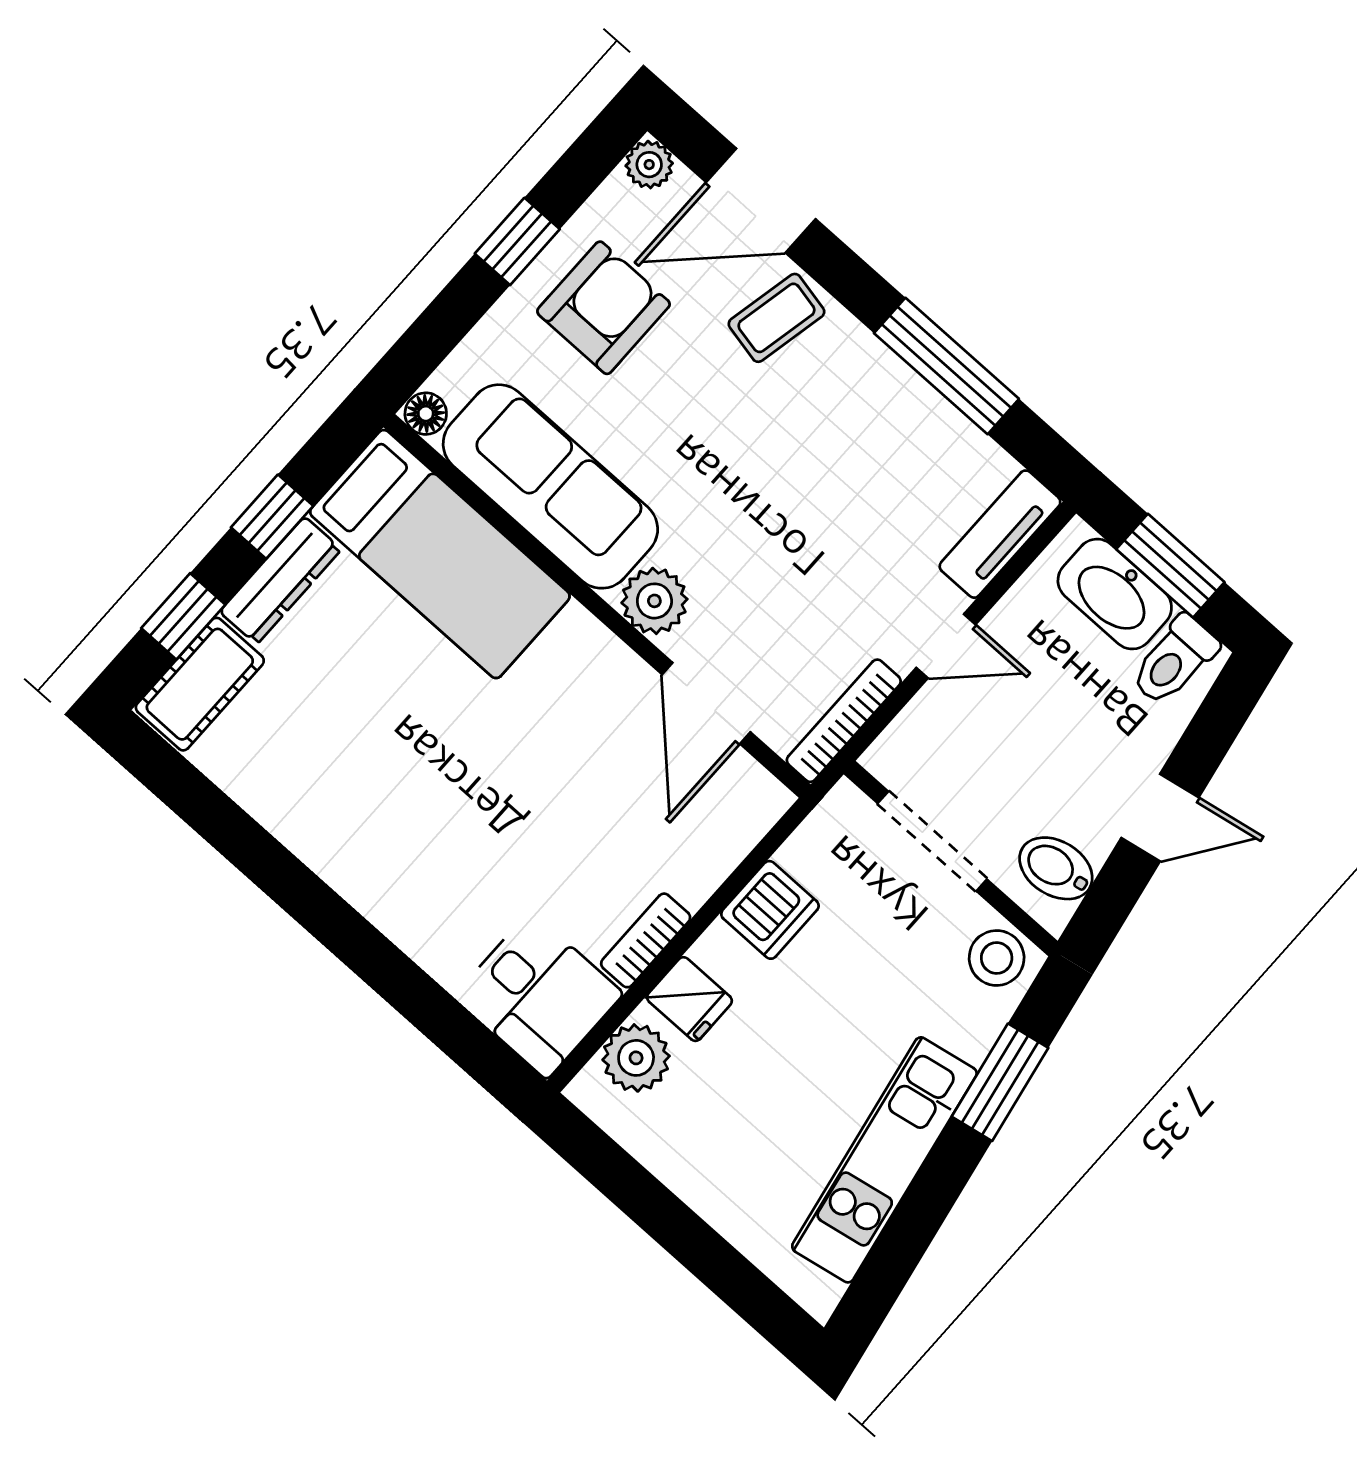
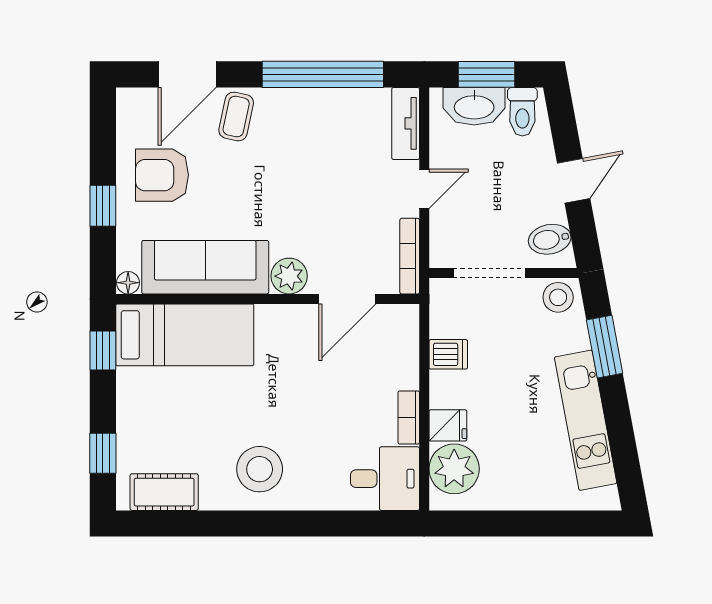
plant: (649, 165) -> (129, 100), removed
window: (517, 241) -> (103, 206), moved
armchair: (603, 308) -> (162, 175), turned -90
window: (946, 366) -> (323, 74), width x1.46
window: (272, 517) -> (103, 351), moved
dresser: (280, 581) -> (129, 403), removed
cot: (200, 684) -> (164, 492), moved, turned 90
door: (706, 703) -> (347, 299), hinge flipped
stool: (378, 829) -> (260, 469), added
dishwasher: (770, 910) -> (448, 354), width x0.73
plant: (636, 1058) -> (454, 469), width x1.36, depth x1.36

